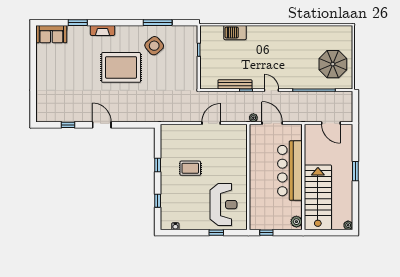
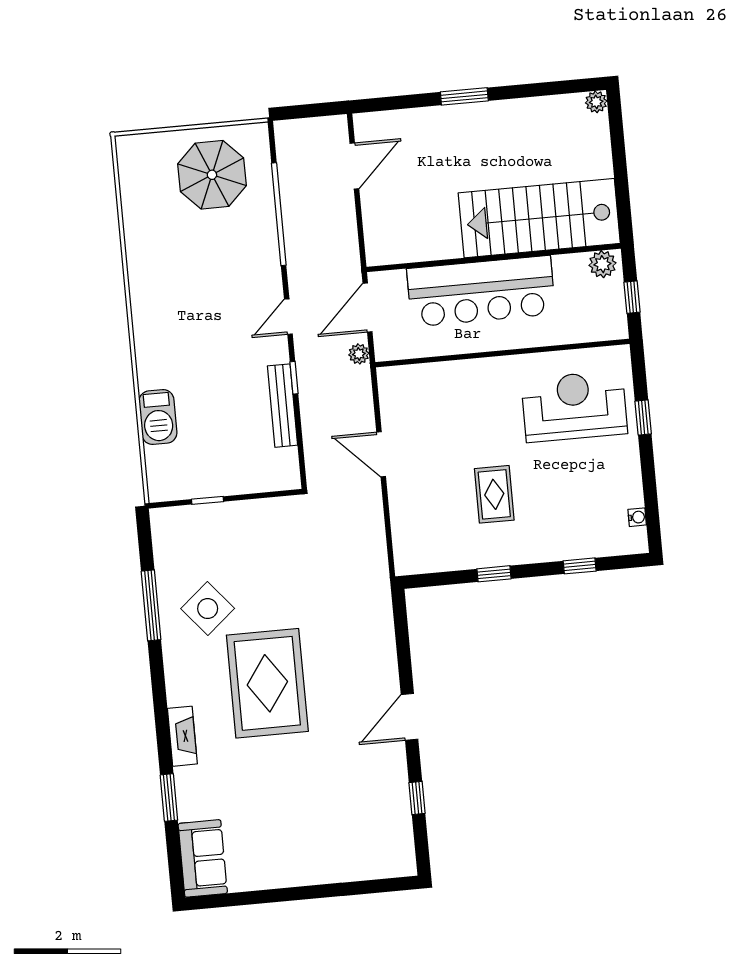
bar counter: (290, 171) -> (481, 291), moved
wall: (303, 177) -> (494, 258), moved
stairs: (318, 197) -> (539, 218), moved
plant: (296, 222) -> (602, 264), moved

